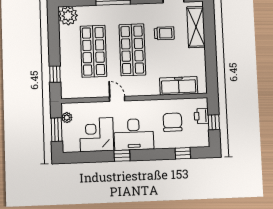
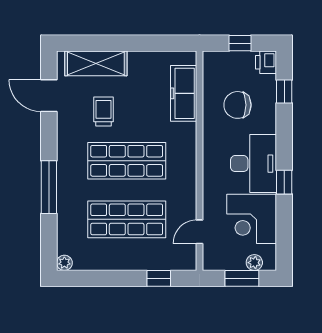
plant: (68, 16) -> (64, 263), width x0.53, depth x0.53
door: (117, 99) -> (200, 232), moved
printer: (201, 116) -> (266, 62), moved, turned 90
plant: (67, 118) -> (254, 263), moved

